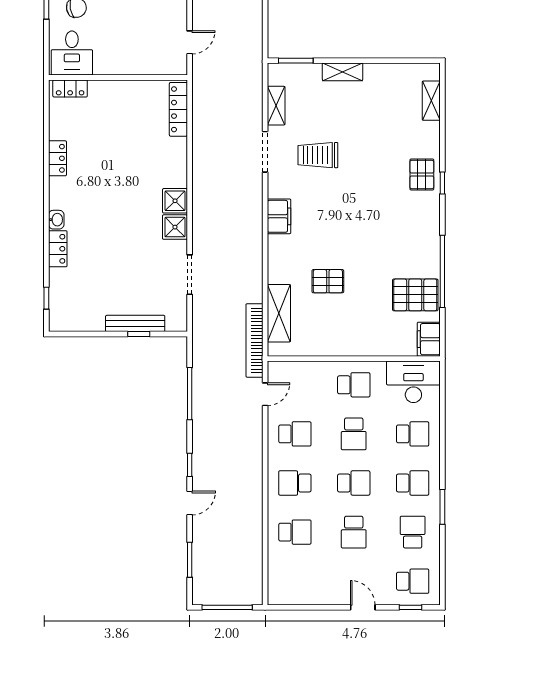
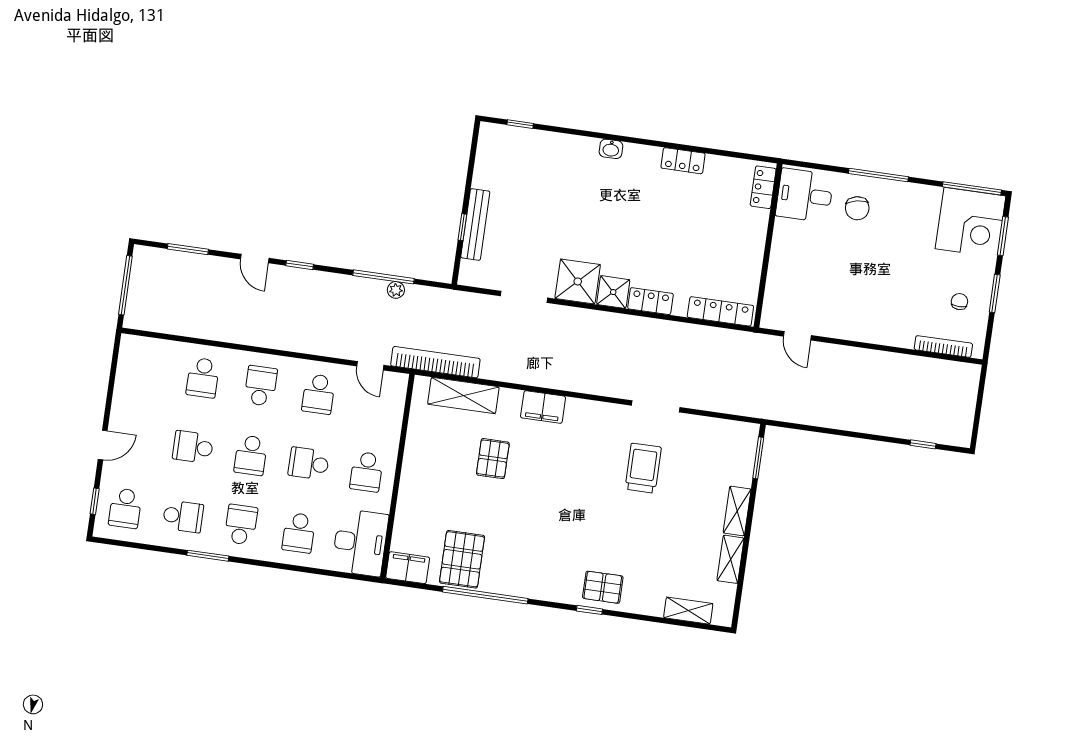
shelving: (276, 106) -> (731, 559), moved, turned 90
filing cabinet: (279, 216) -> (543, 407), moved
shower: (175, 227) -> (578, 281), width x1.36, depth x1.36
locker: (58, 249) -> (650, 301), moved, turned 180
plant: (199, 382) -> (396, 290), added
school desk: (413, 483) -> (241, 525), turned 180

